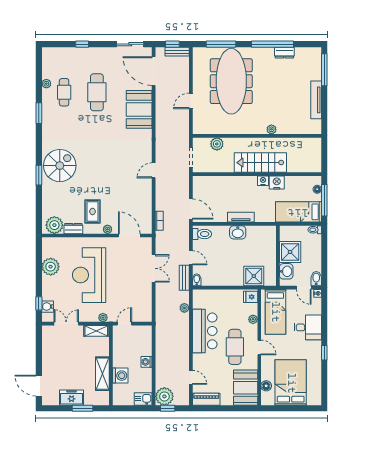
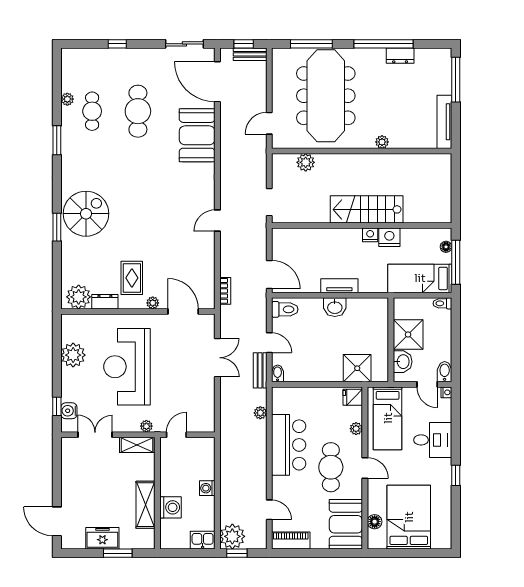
plant: (271, 129) -> (382, 142), moved
wall: (257, 136) -> (362, 151), moved
plant: (217, 144) -> (306, 162), moved

